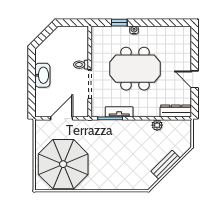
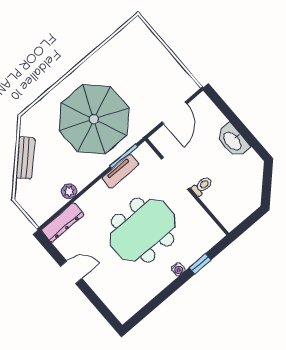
parasol: (63, 164) -> (94, 119), moved

